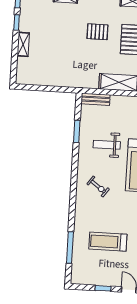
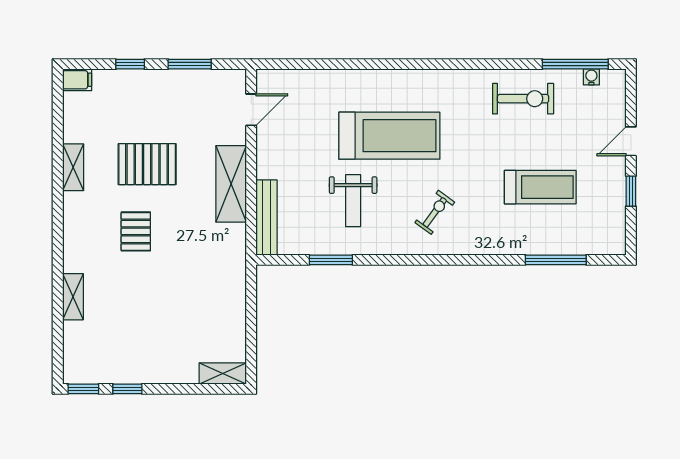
shelving: (23, 44) -> (223, 373), moved
bench: (95, 99) -> (266, 218), width x1.36
treadmill: (108, 242) -> (540, 187), turned -90

